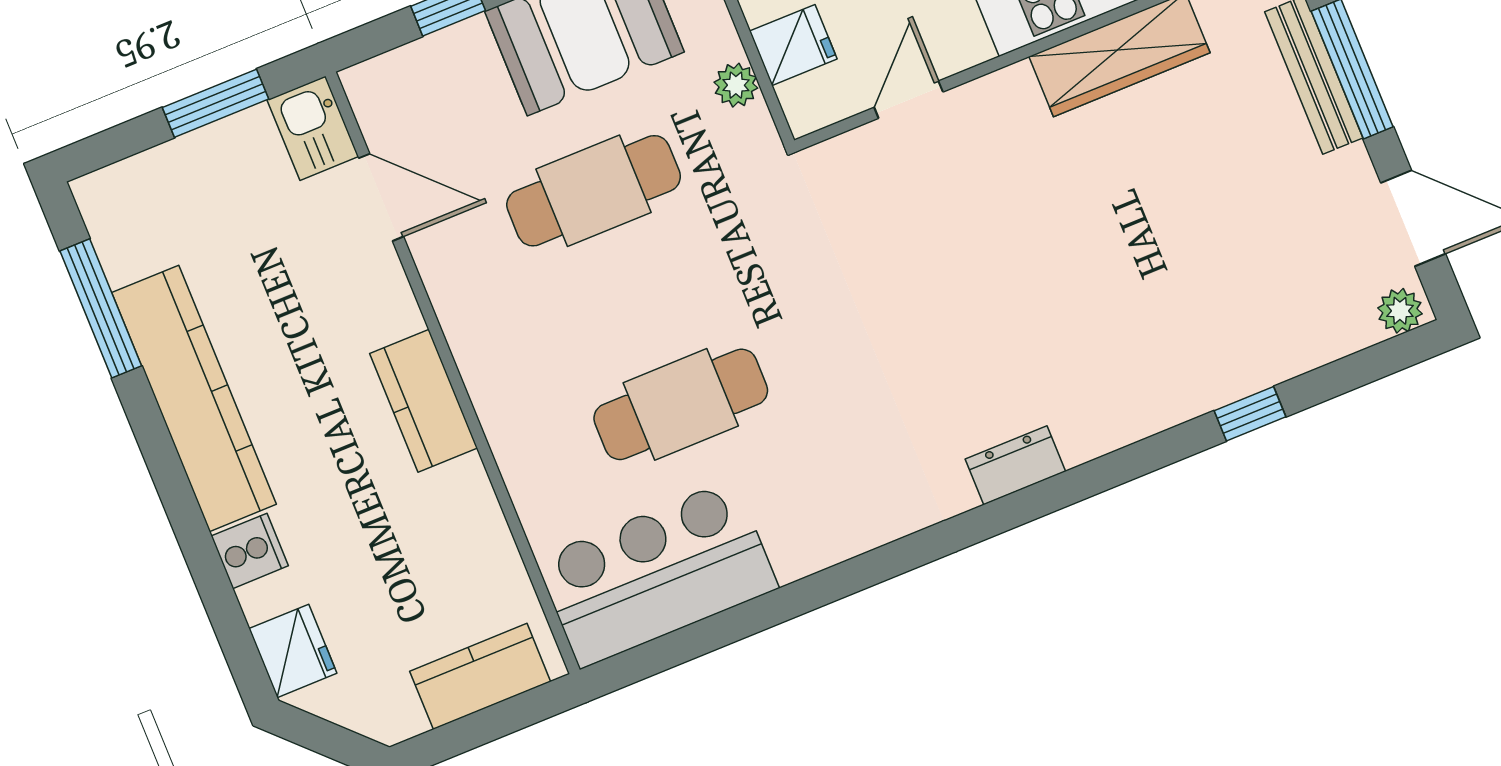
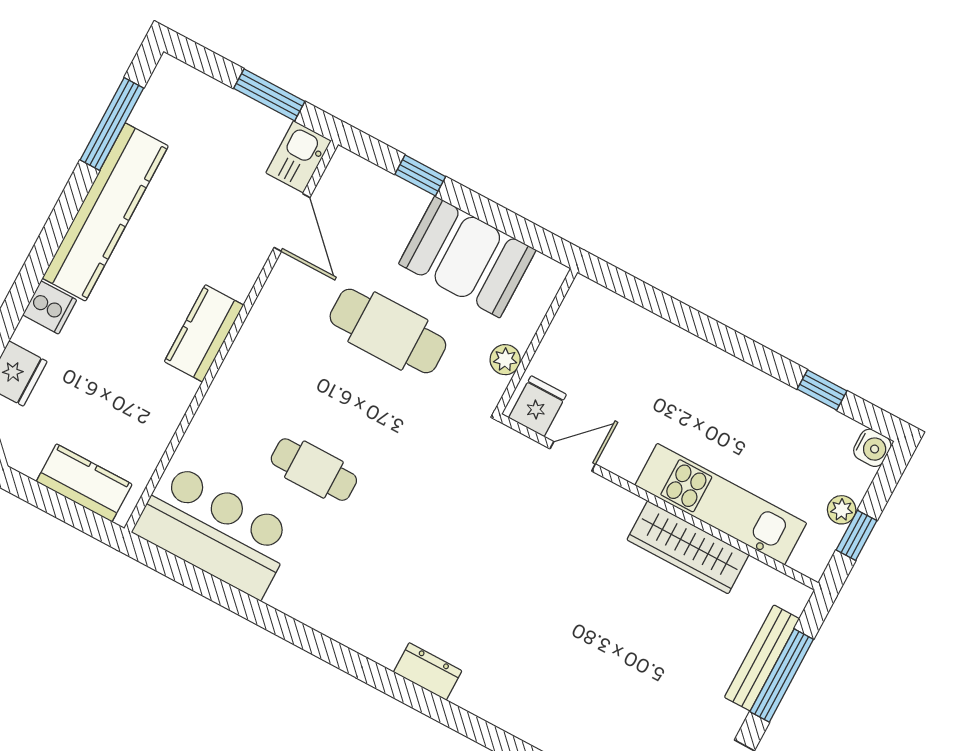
fridge: (793, 45) -> (538, 406), moved, turned -90
cafe table: (681, 404) -> (314, 470), width x0.73, depth x0.74

